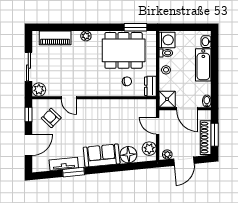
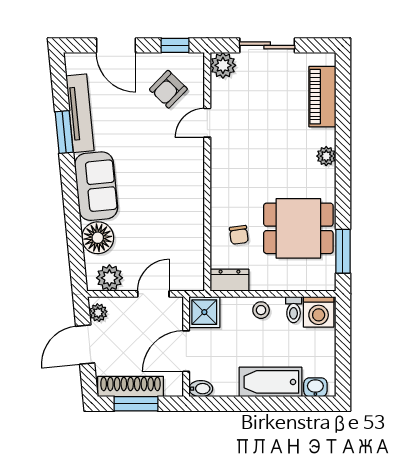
dining table: (124, 50) -> (298, 228), width x0.73
armchair: (51, 118) -> (168, 89), turned 180
door: (184, 161) -> (85, 345), hinge flipped
tv unit: (64, 164) -> (80, 113), width x1.41

